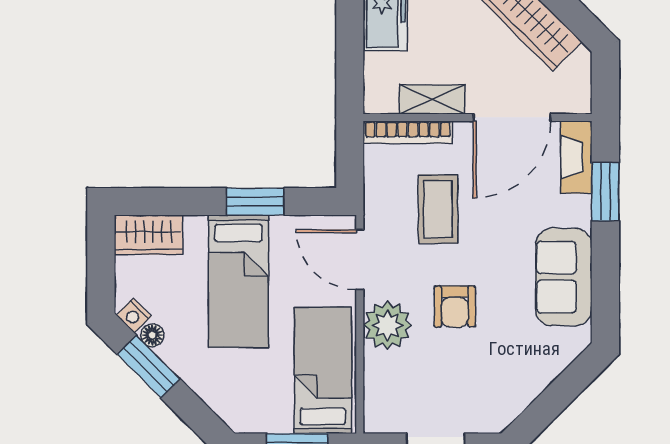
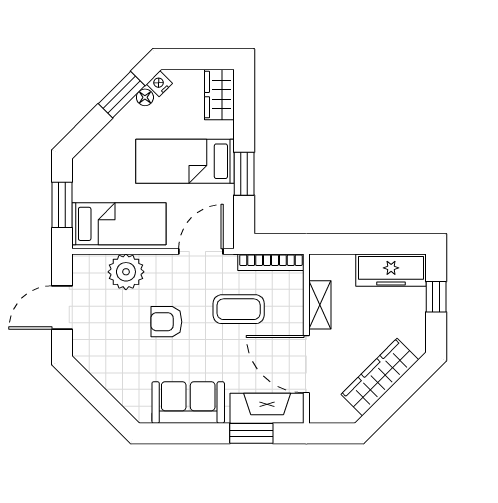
bookcase: (408, 132) -> (271, 262), moved, turned -90
fireplace: (576, 157) -> (267, 408), width x1.37, depth x1.32
plant: (387, 325) -> (126, 272), moved

